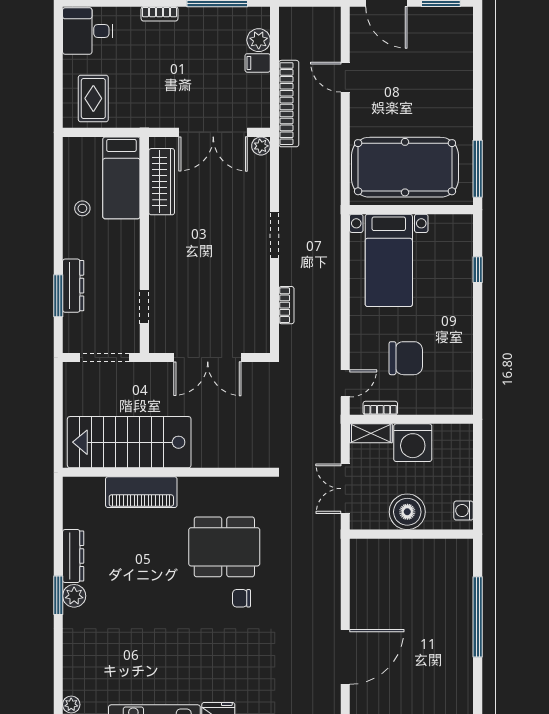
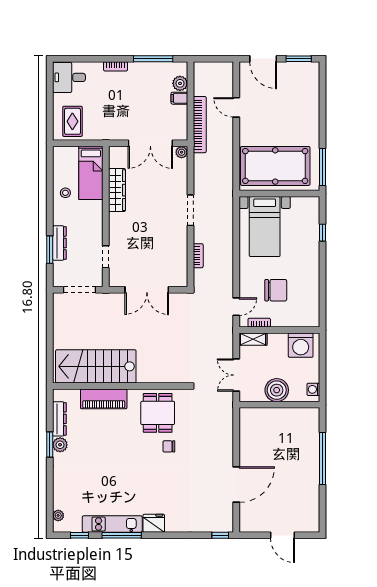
wardrobe: (162, 182) -> (117, 190), moved
stairs: (129, 442) -> (96, 366), moved
washing machine: (413, 443) -> (301, 345), moved
wall: (166, 472) -> (120, 386), moved
piano: (141, 492) -> (104, 399), moved
dining table: (224, 547) -> (158, 413), width x0.73

